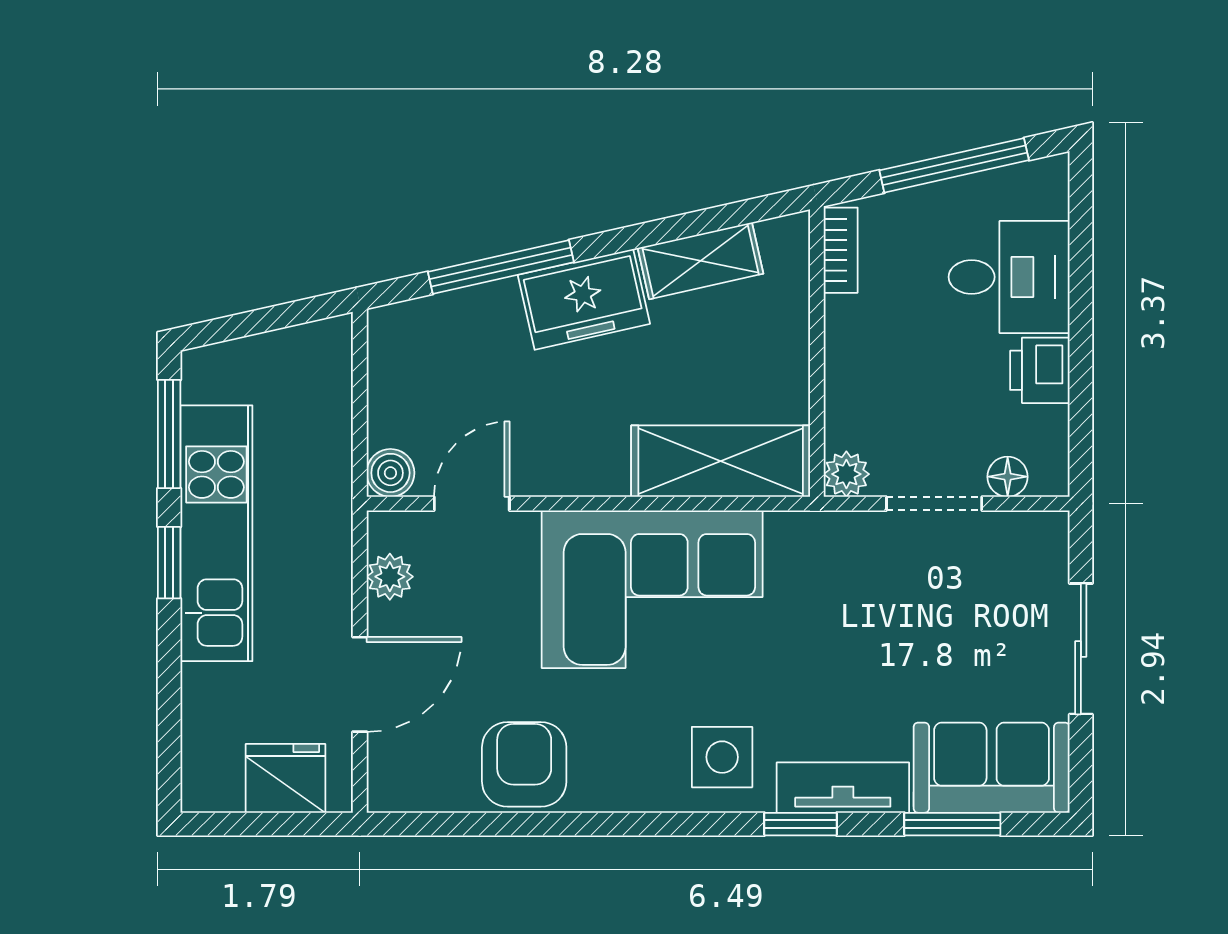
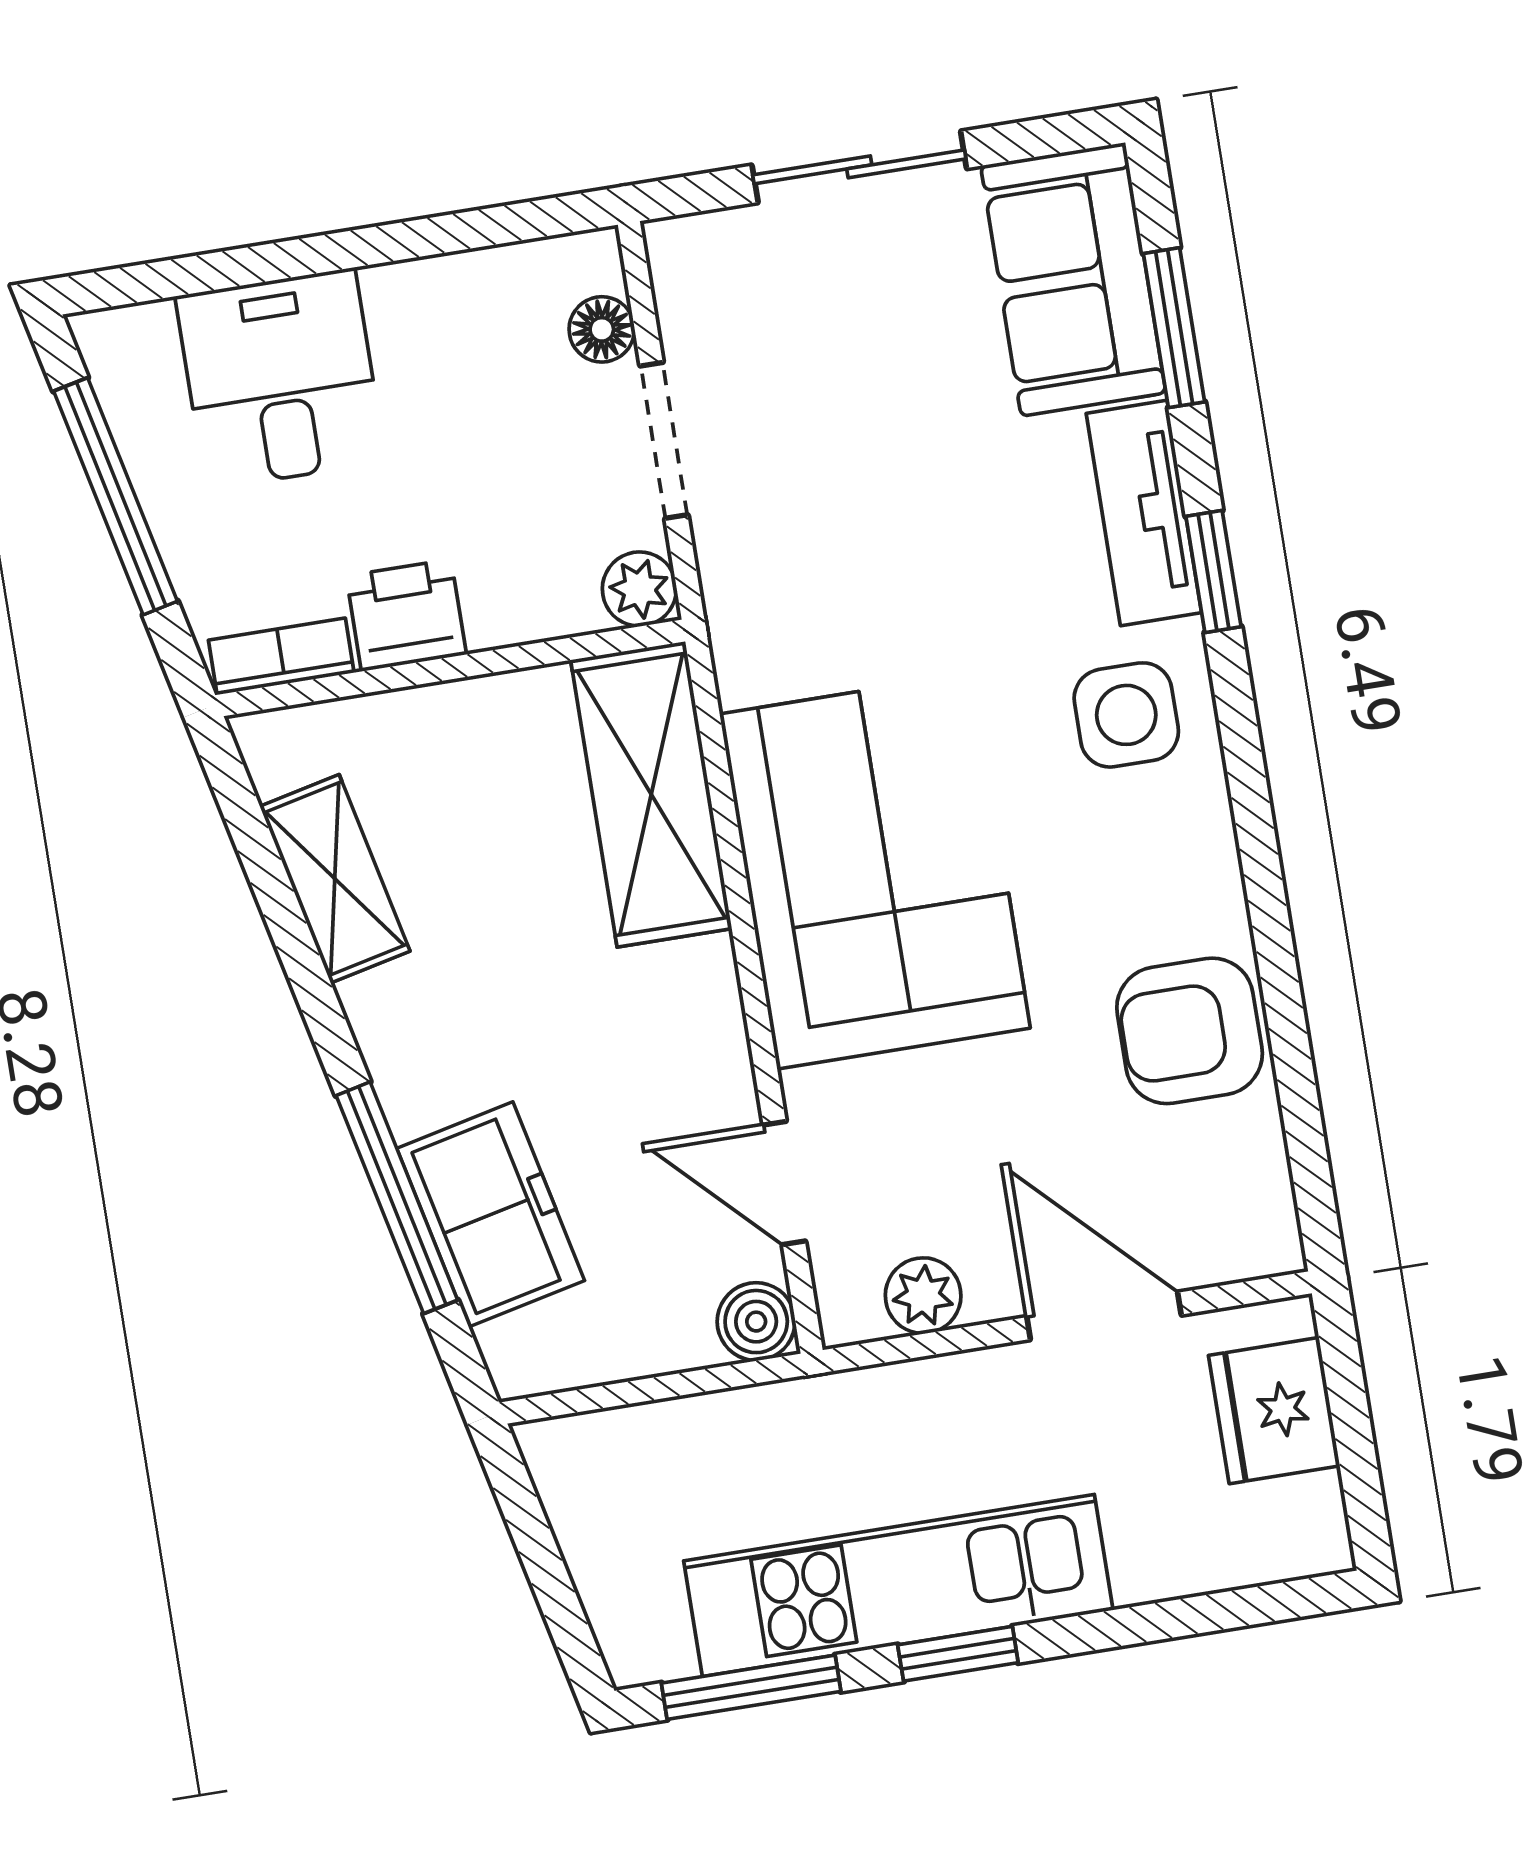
freezer: (584, 299) -> (491, 1214), moved
printer: (1040, 370) -> (406, 615), moved, turned 180

